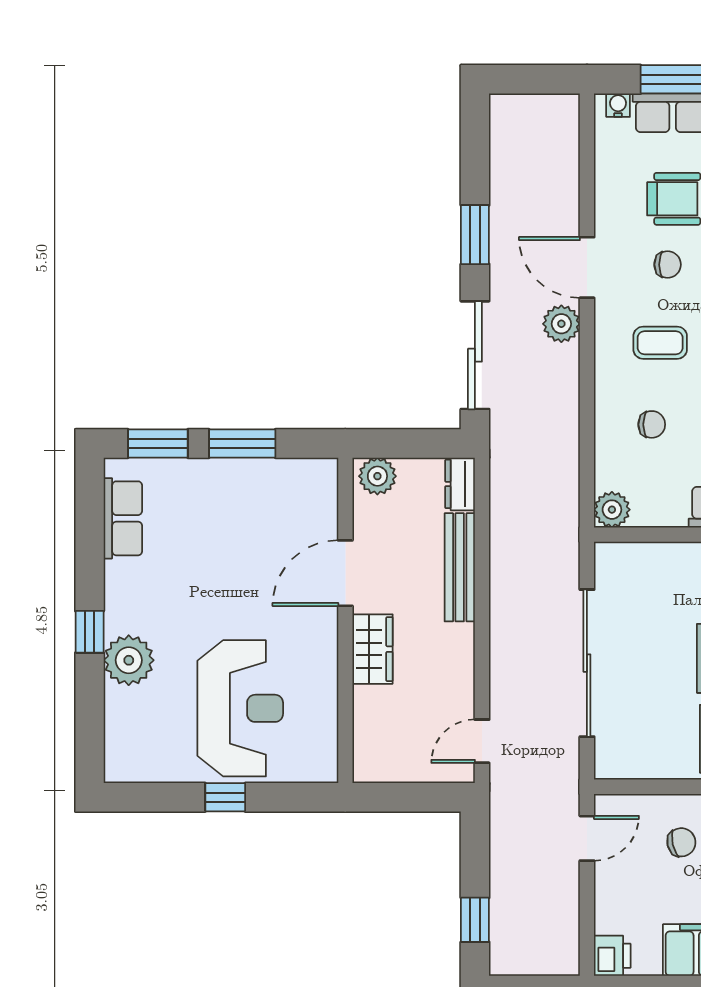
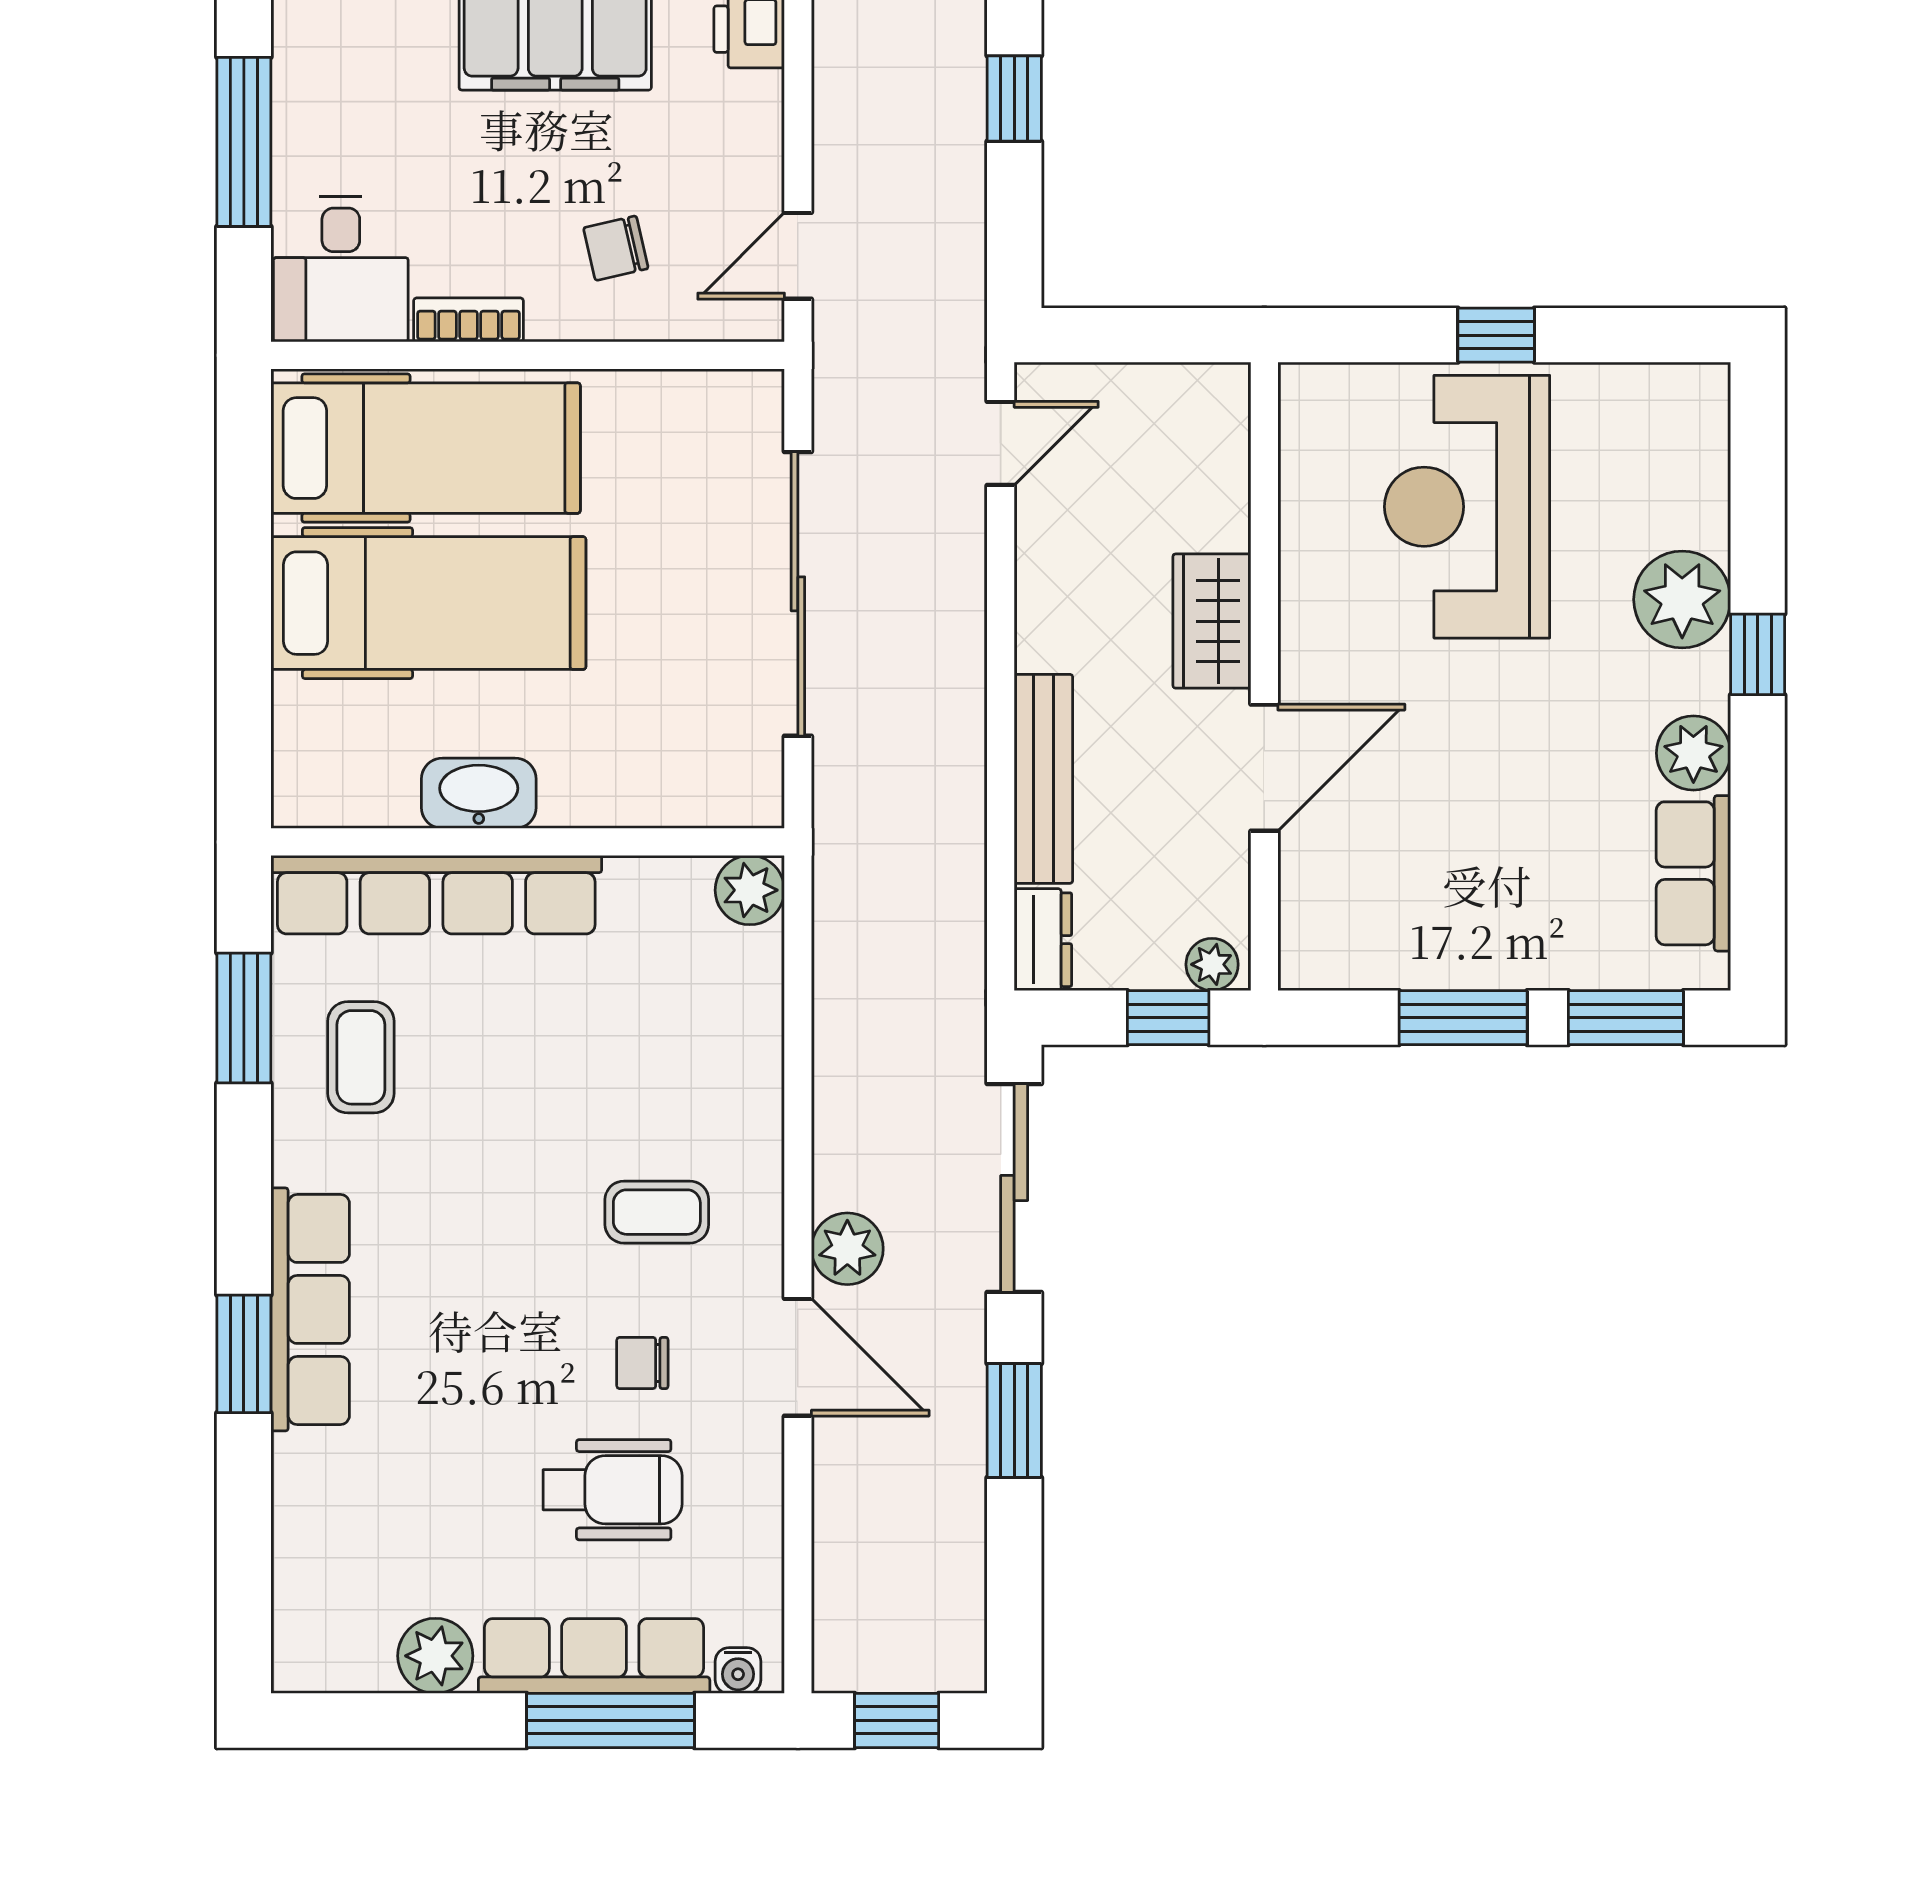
window: (536, 79) -> (897, 1720), added
chair: (652, 424) -> (673, 1054), removed
window: (395, 444) -> (1168, 1018), added
plant: (377, 476) -> (1212, 964), width x0.73, depth x0.73
plant: (123, 581) -> (1693, 753), added

